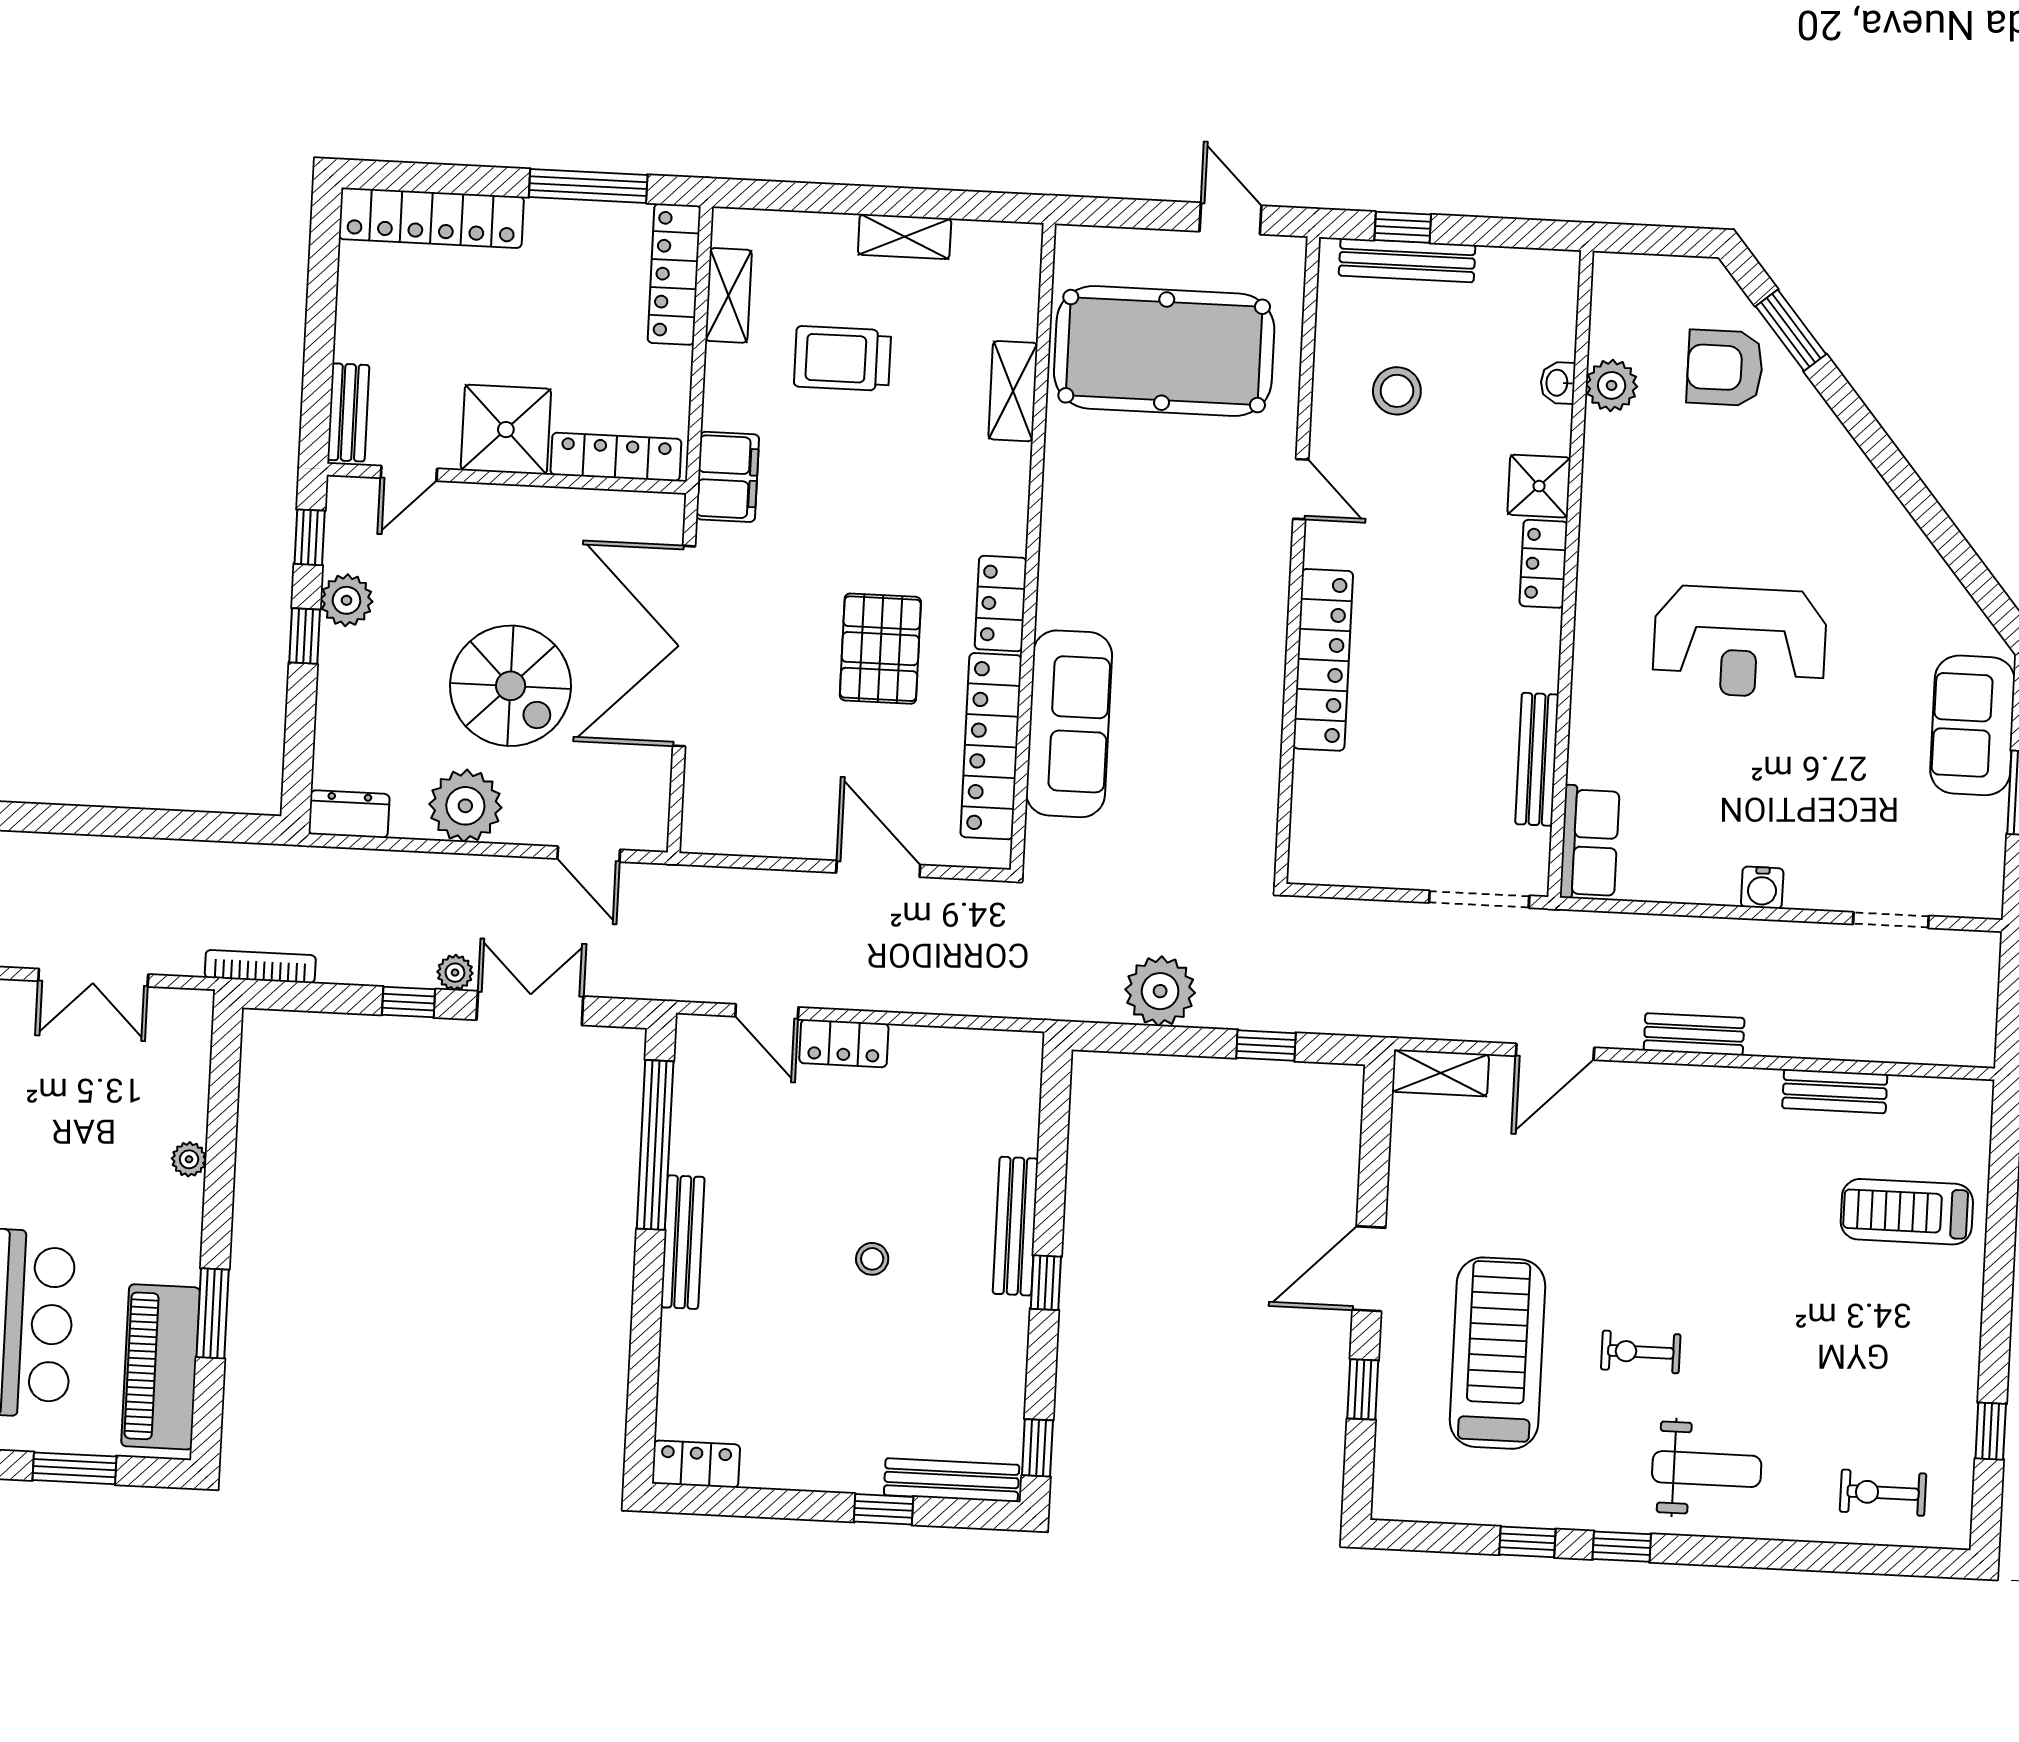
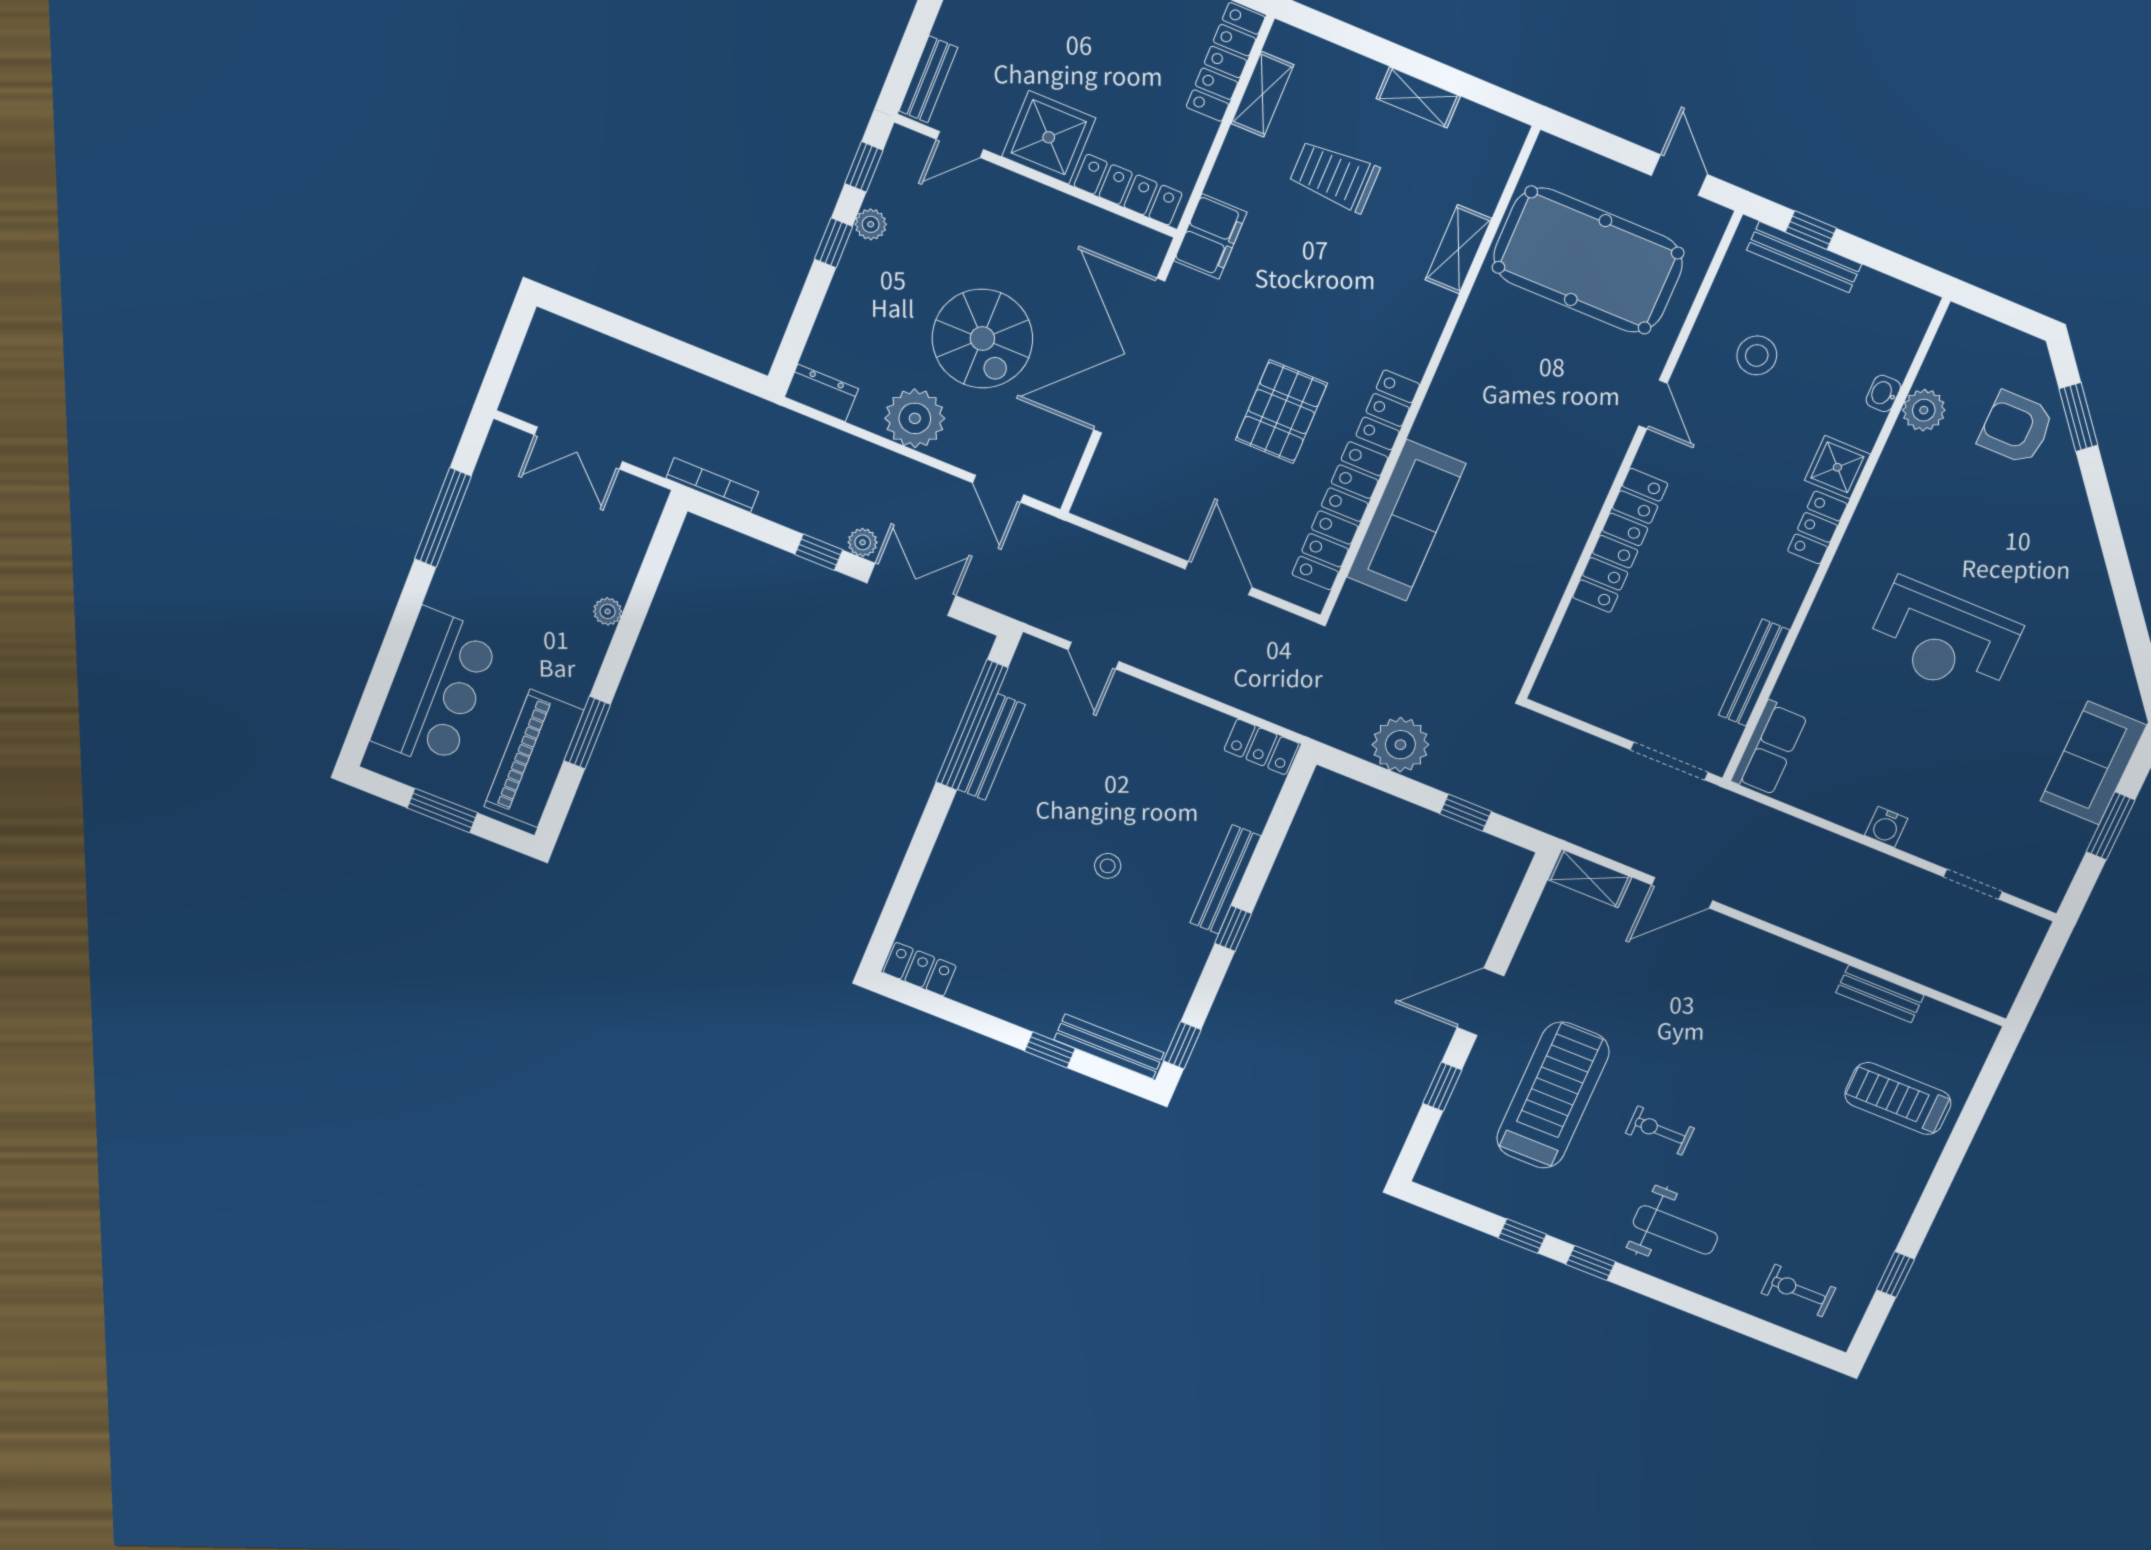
plant: (346, 600) -> (871, 224), width x0.73, depth x0.73
bench: (1694, 1034) -> (1792, 916), removed
locker: (844, 1043) -> (1261, 747), moved
bench: (683, 1242) -> (991, 747), moved

